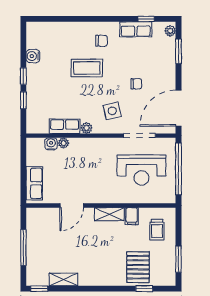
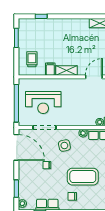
coffee table: (87, 68) -> (83, 177), width x1.36, depth x1.32
door: (178, 108) -> (16, 147), hinge flipped
reception desk: (141, 170) -> (43, 103), turned 180
pallet: (138, 267) -> (46, 32), removed

